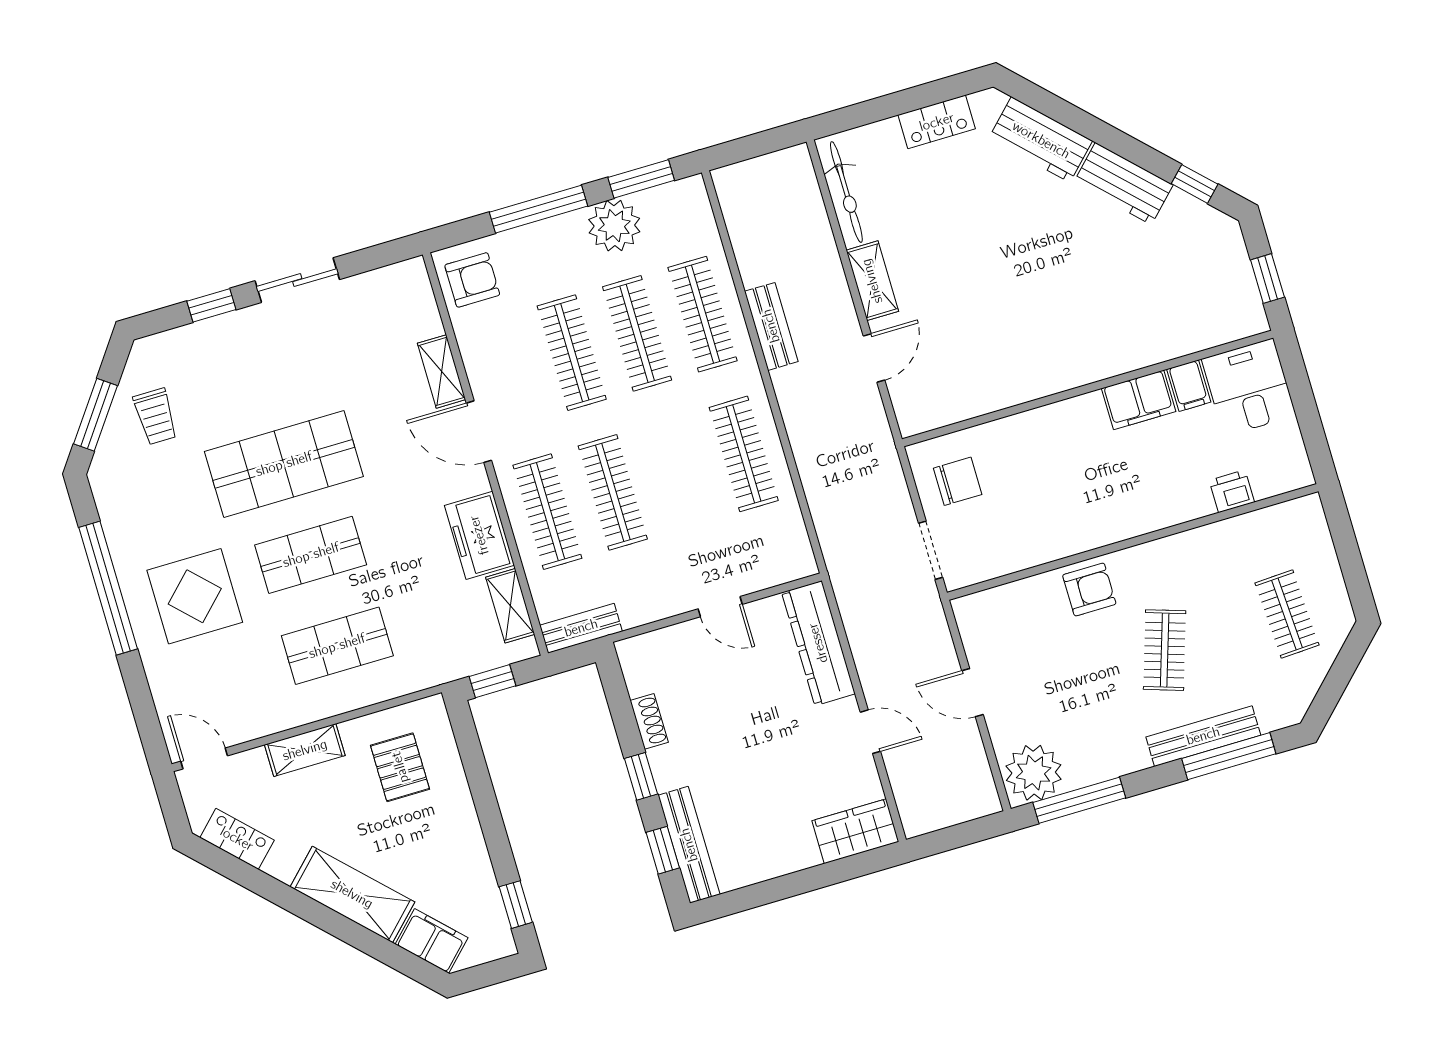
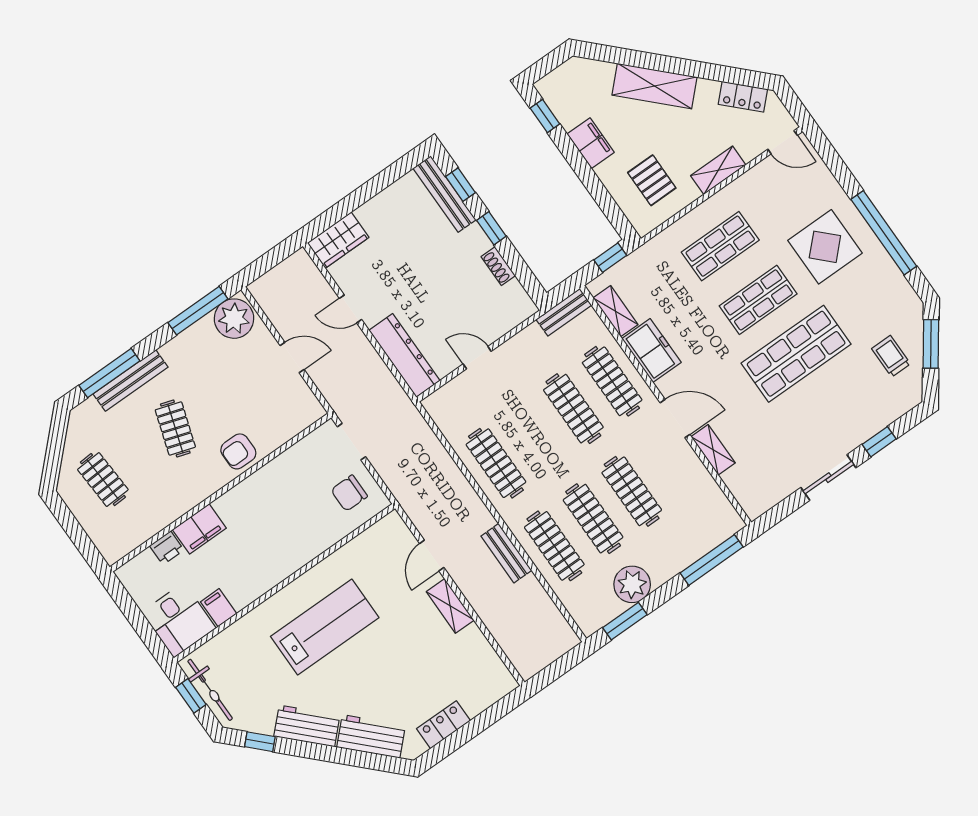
bicycle: (846, 192) -> (210, 690), moved, turned 180
window: (539, 209) -> (712, 560), moved
armchair: (472, 280) -> (713, 517), removed
lab bench: (1053, 310) -> (325, 627), added
filing cabinet: (1139, 400) -> (199, 529), moved, turned 180
filing cabinet: (432, 941) -> (591, 143), moved, turned -135

